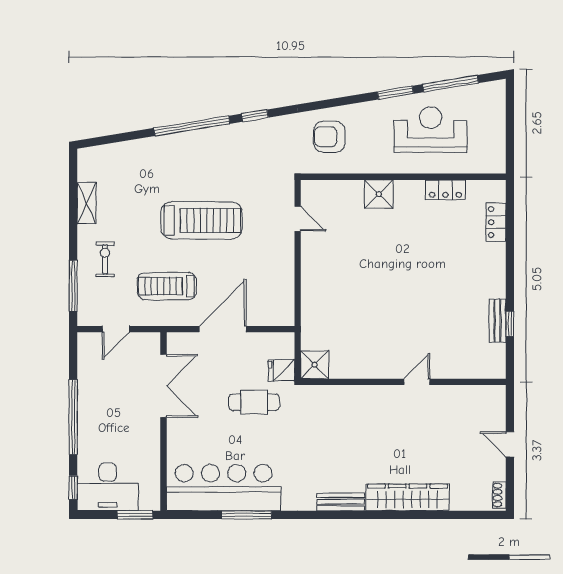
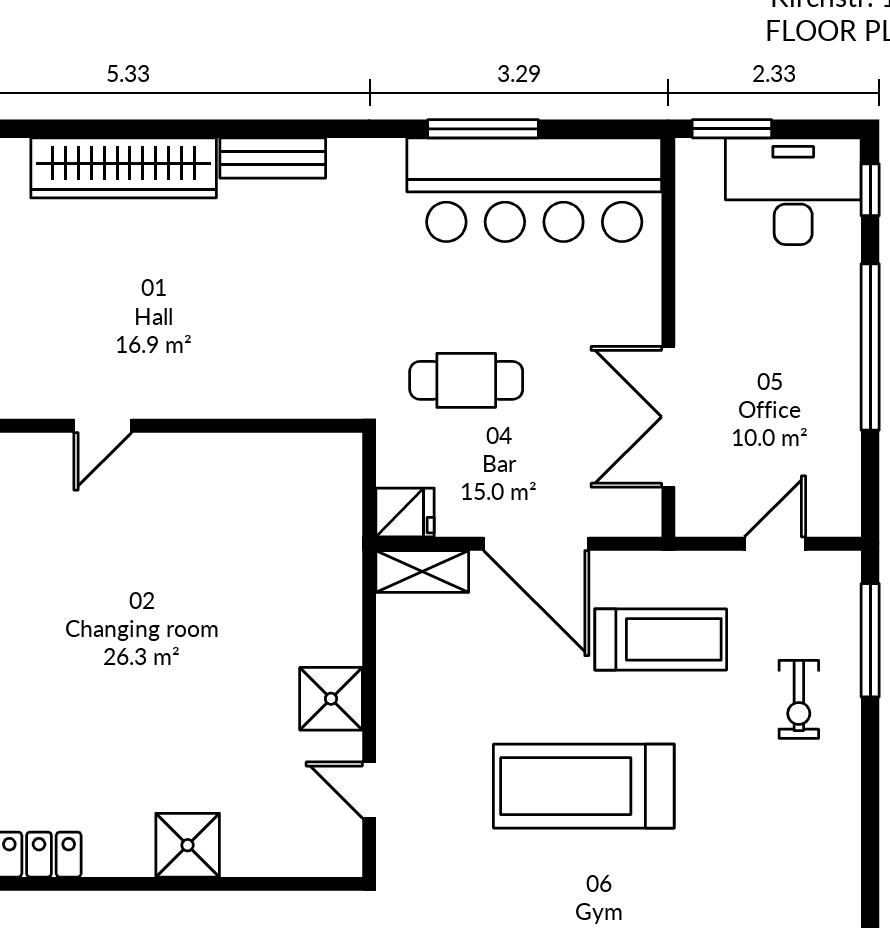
shelving: (87, 203) -> (422, 571), moved, turned 90
door: (223, 329) -> (536, 544), hinge flipped
shower: (315, 365) -> (331, 699), moved
fridge: (281, 370) -> (405, 512), moved

